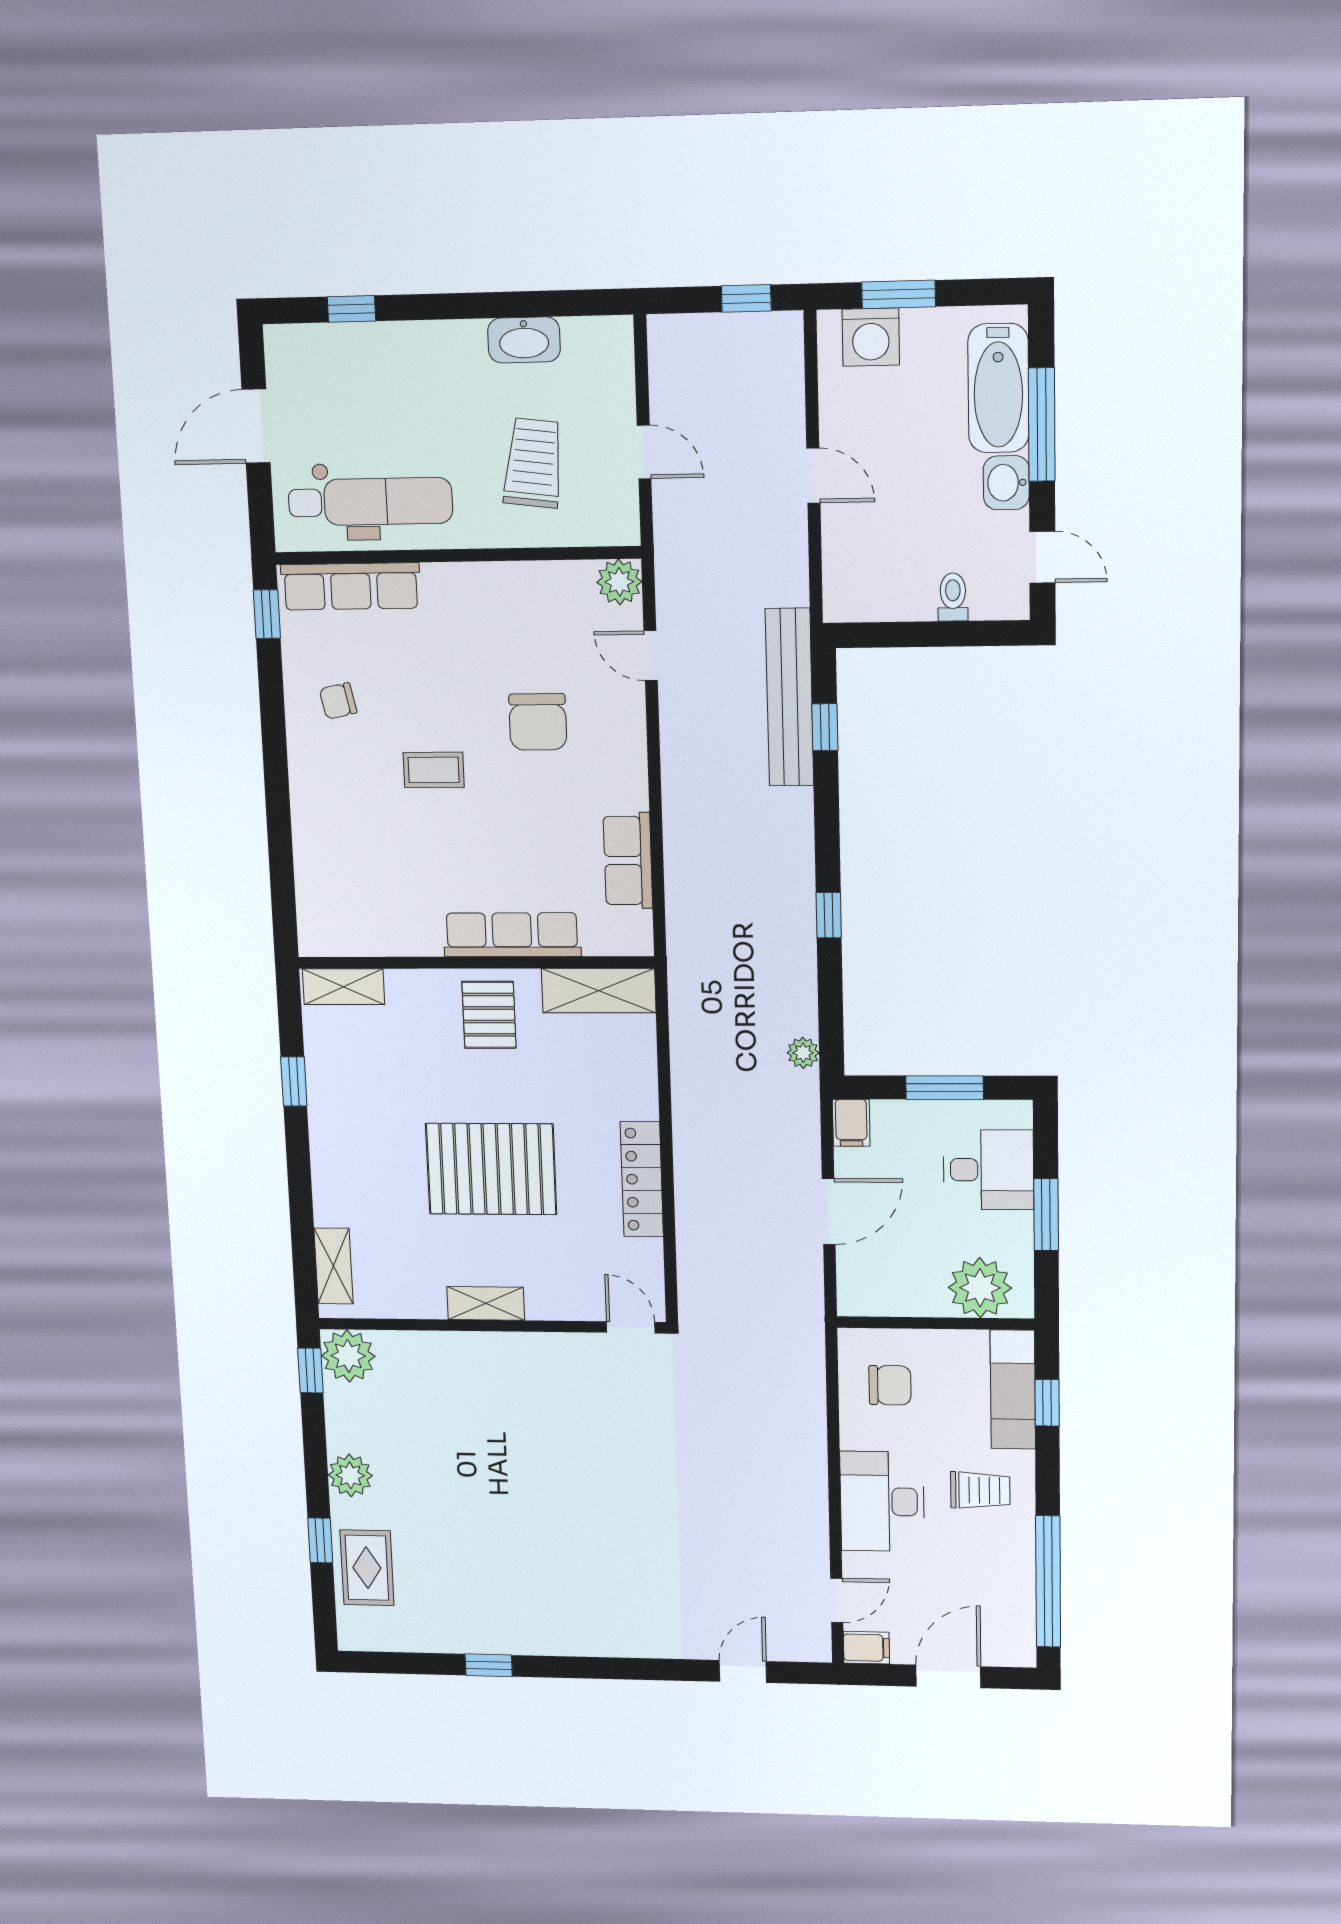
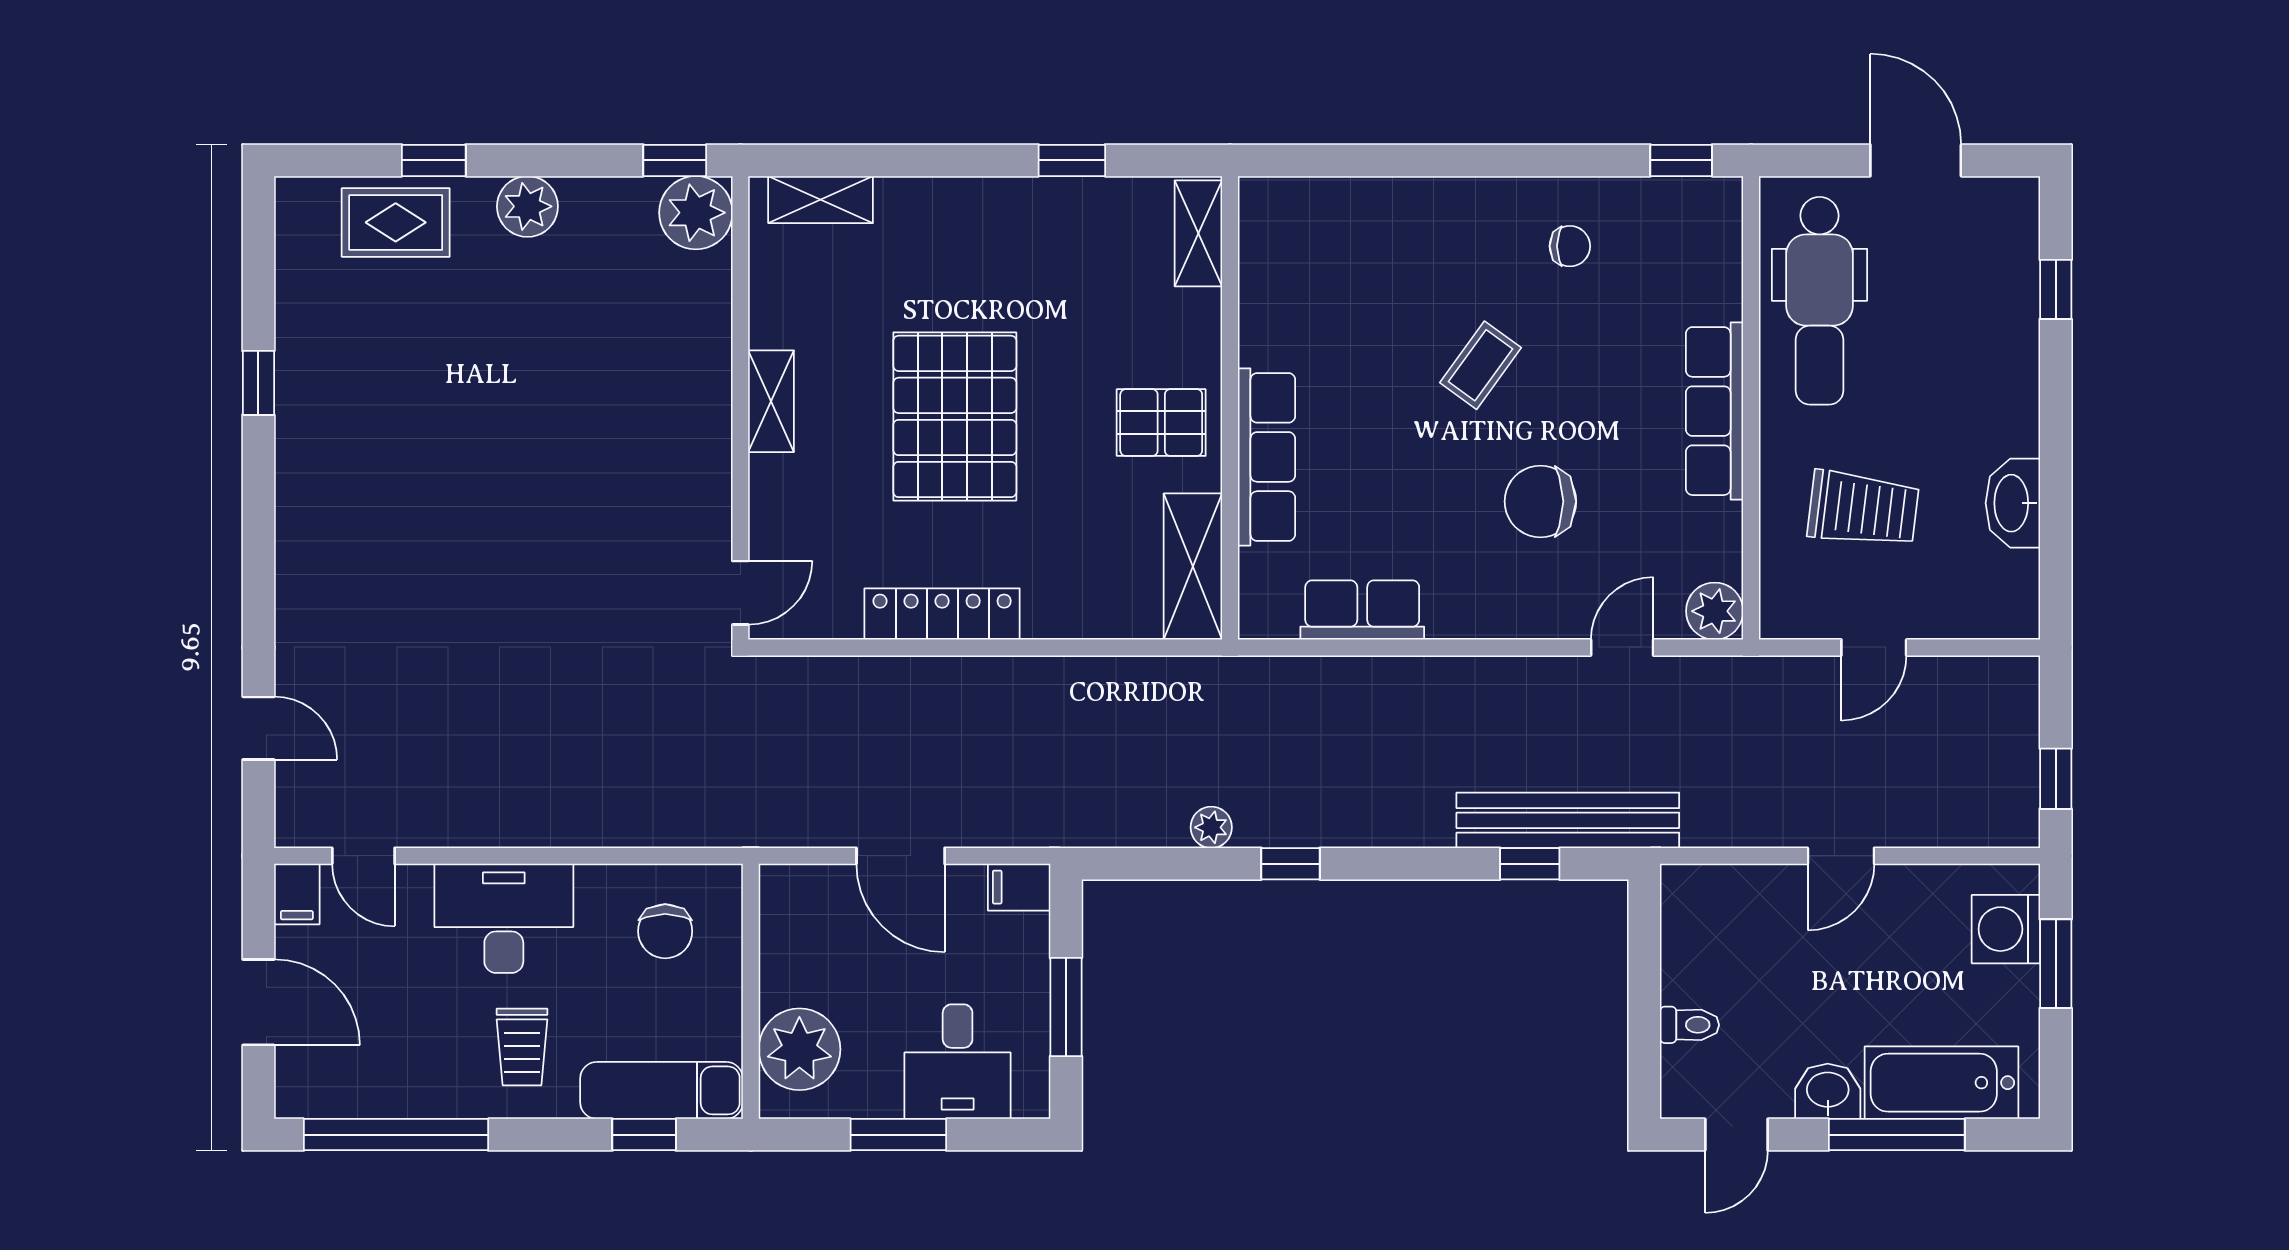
row of seats: (351, 586) -> (1714, 411), moved
chair: (338, 701) -> (1570, 246), turned 102
coffee table: (434, 770) -> (1481, 365), turned 36
plant: (803, 1053) -> (1211, 827), moved

